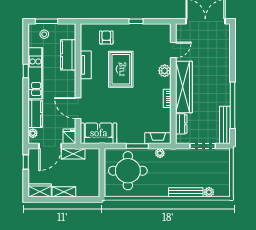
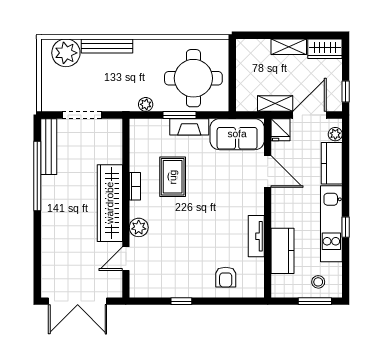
rug: (121, 69) -> (173, 177), moved, width x0.73, depth x0.70
dresser: (181, 124) -> (114, 148), removed
fireplace: (158, 138) -> (189, 127), moved
plant: (209, 192) -> (66, 53), width x1.88, depth x1.88

